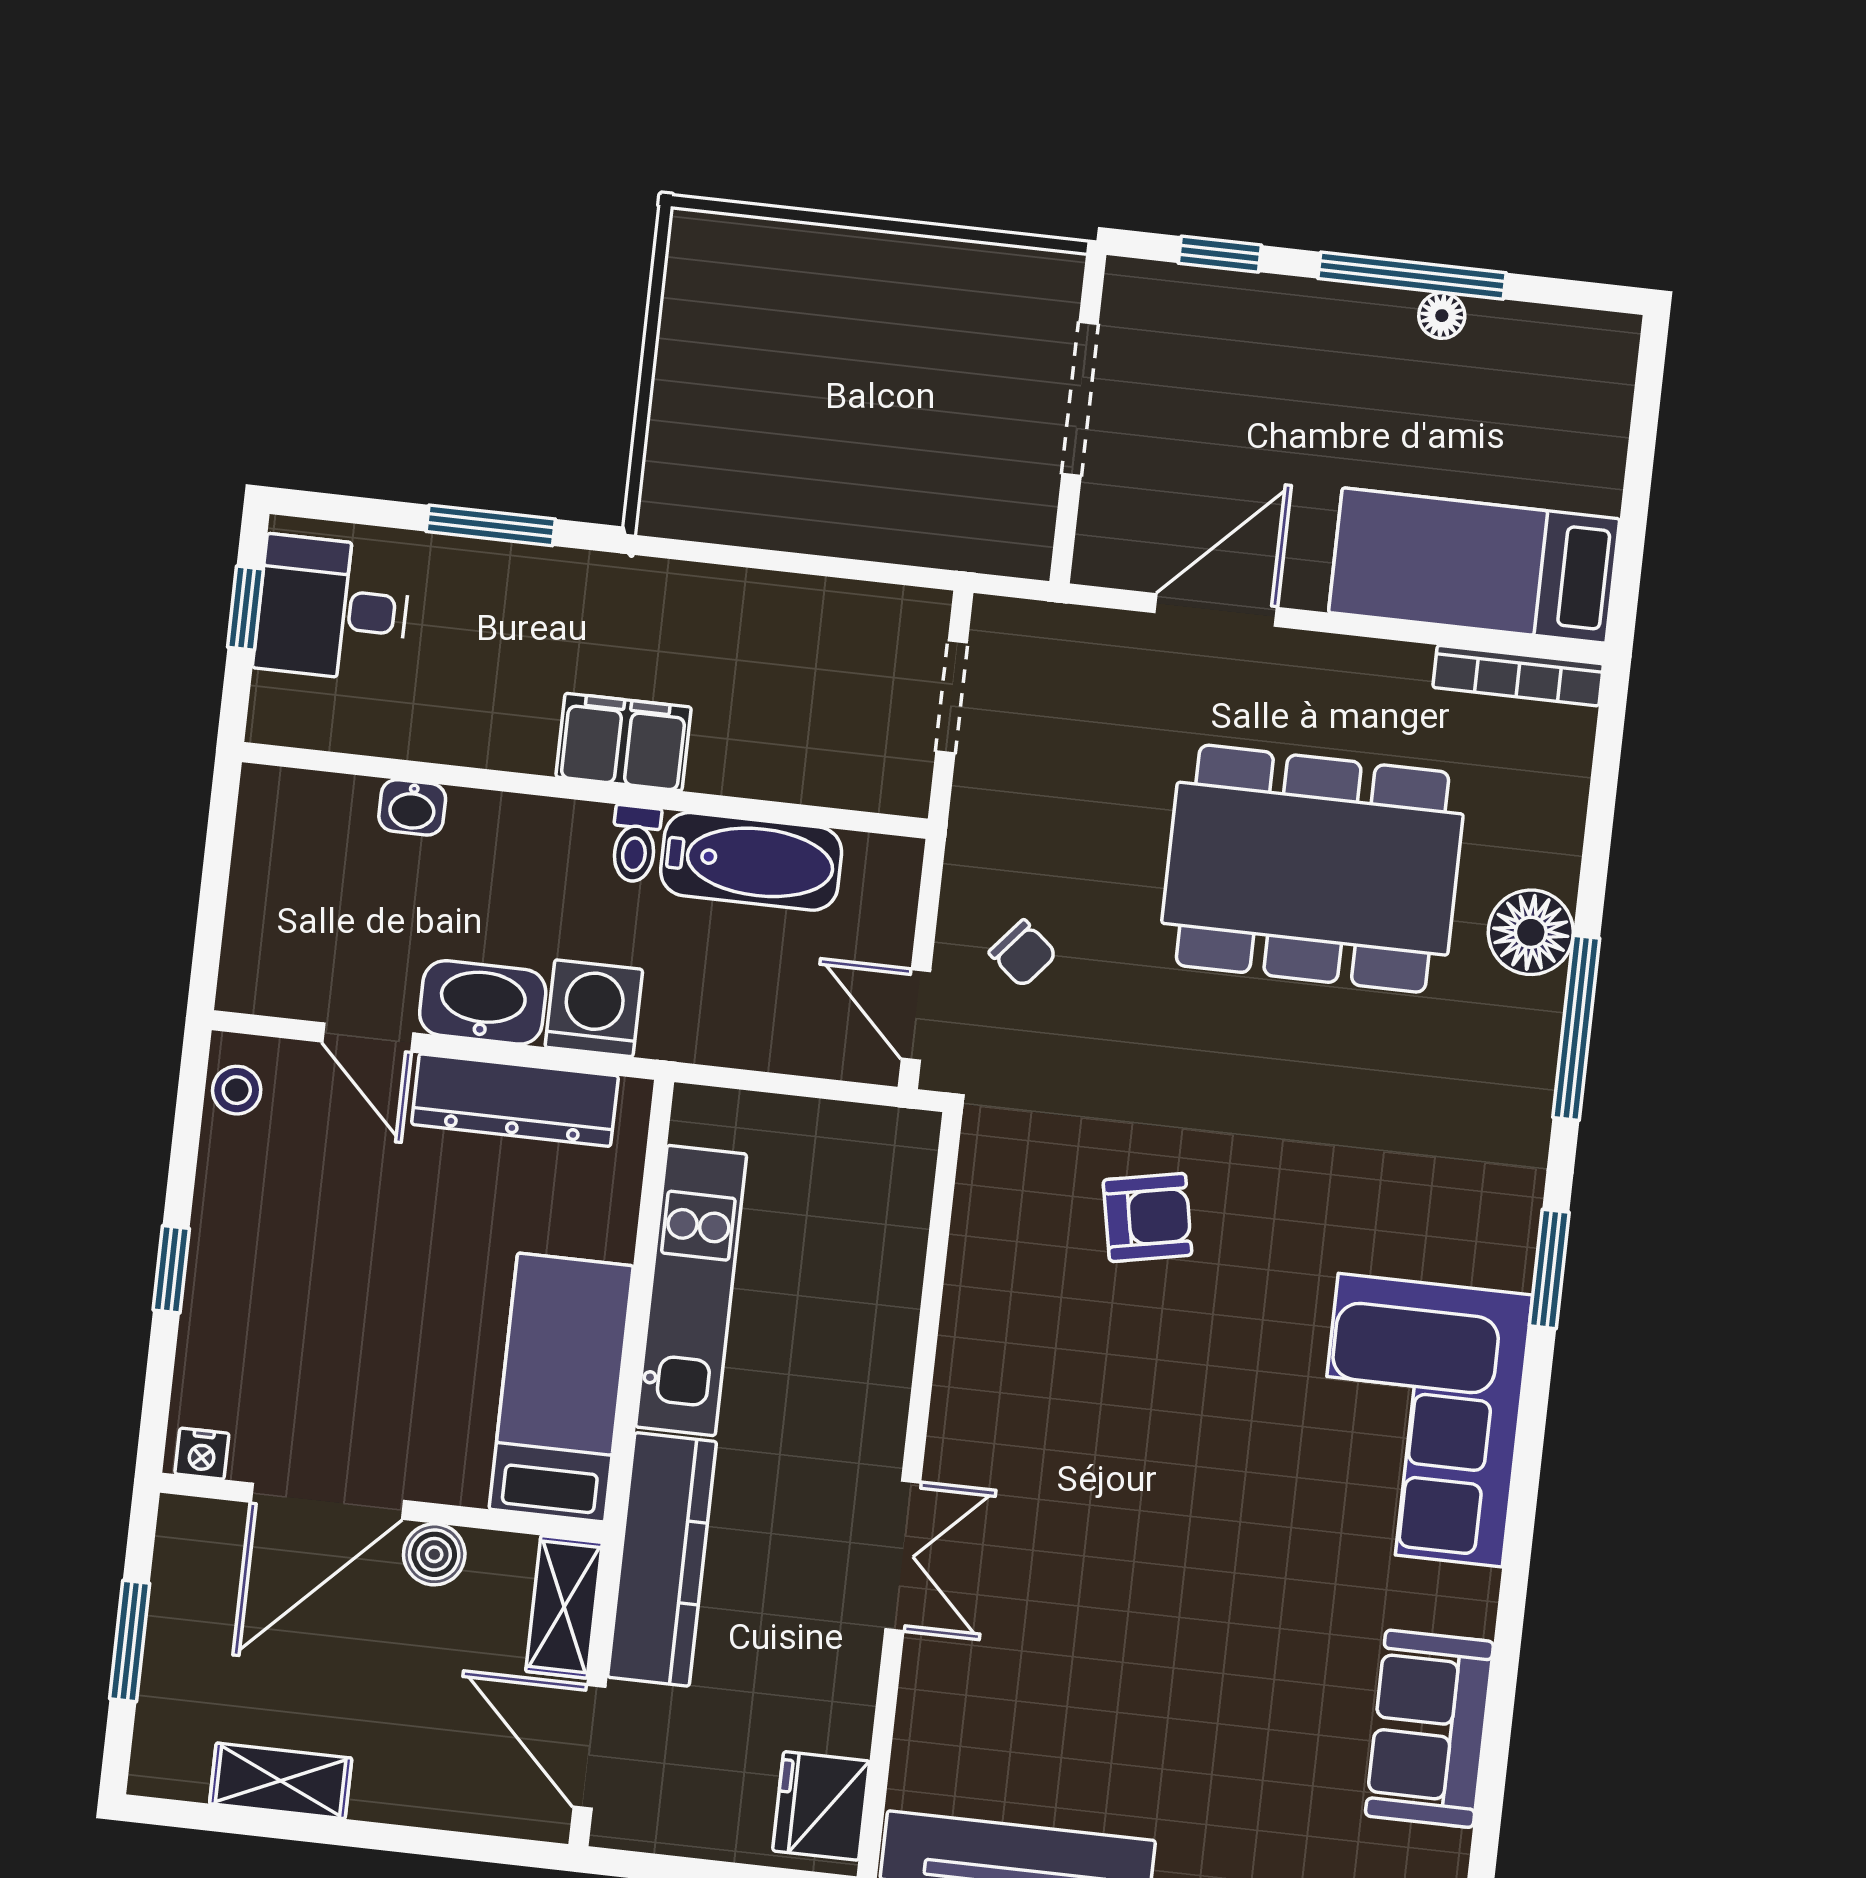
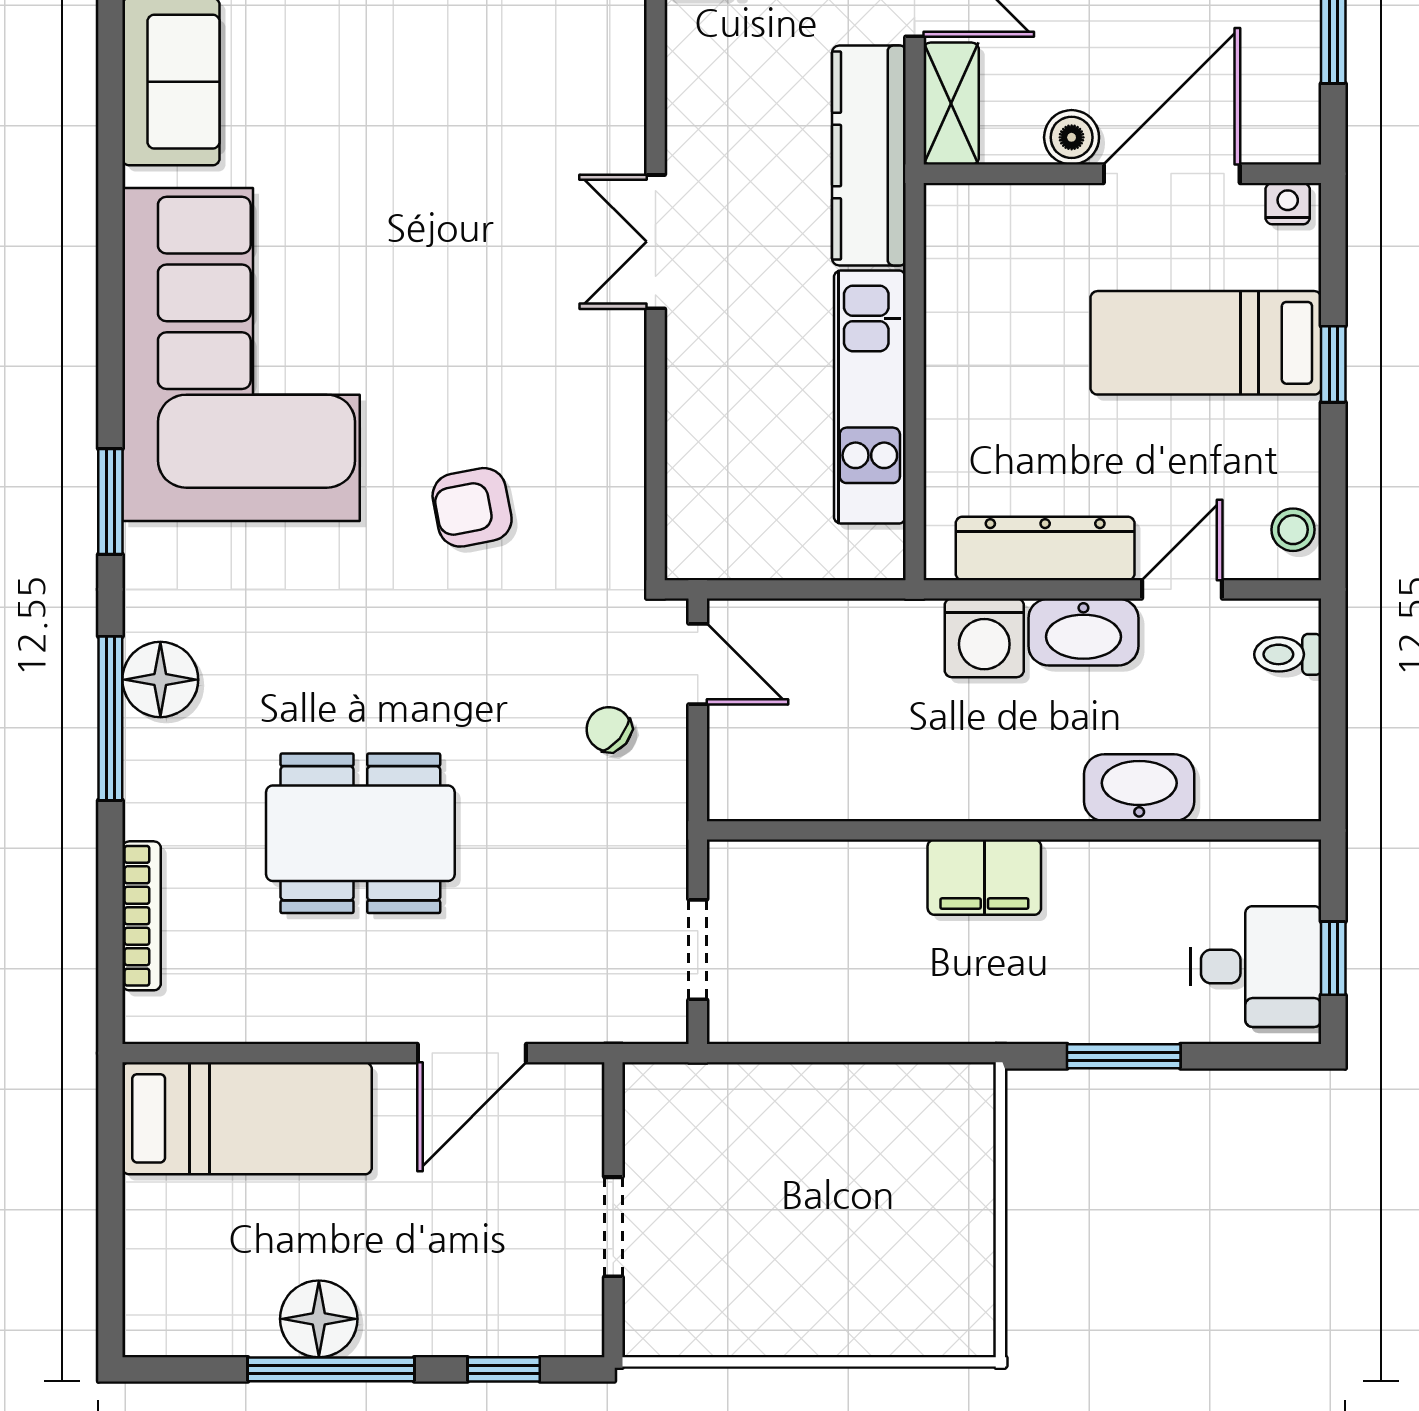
floor lamp: (1442, 316) -> (319, 1319), width x1.89, depth x1.89
doorway: (1080, 399) -> (613, 1227), width x0.73
bookcase: (1518, 676) -> (142, 916), moved, turned 90
washbasin: (412, 807) -> (1139, 788), width x1.91, depth x1.45
toilet: (635, 844) -> (1288, 654), moved, turned -90
bathtub: (751, 861) -> (859, 784), removed
dining table: (1312, 869) -> (360, 833), width x0.73, depth x0.80
floor lamp: (1531, 932) -> (160, 680), moved
door: (368, 1038) -> (1182, 589), hinge flipped
bed: (561, 1387) -> (1206, 343), moved, turned 90
corner sofa: (1420, 1420) -> (241, 355), width x1.36, depth x1.36
double door: (903, 1556) -> (656, 242), moved

